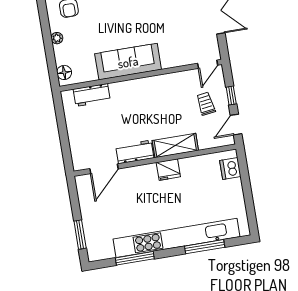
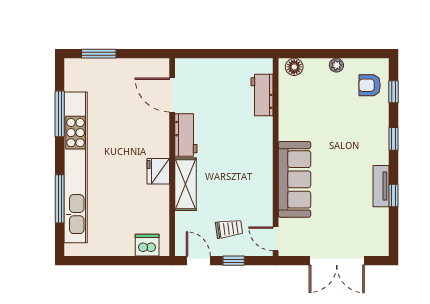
sofa: (128, 62) -> (294, 179), moved

